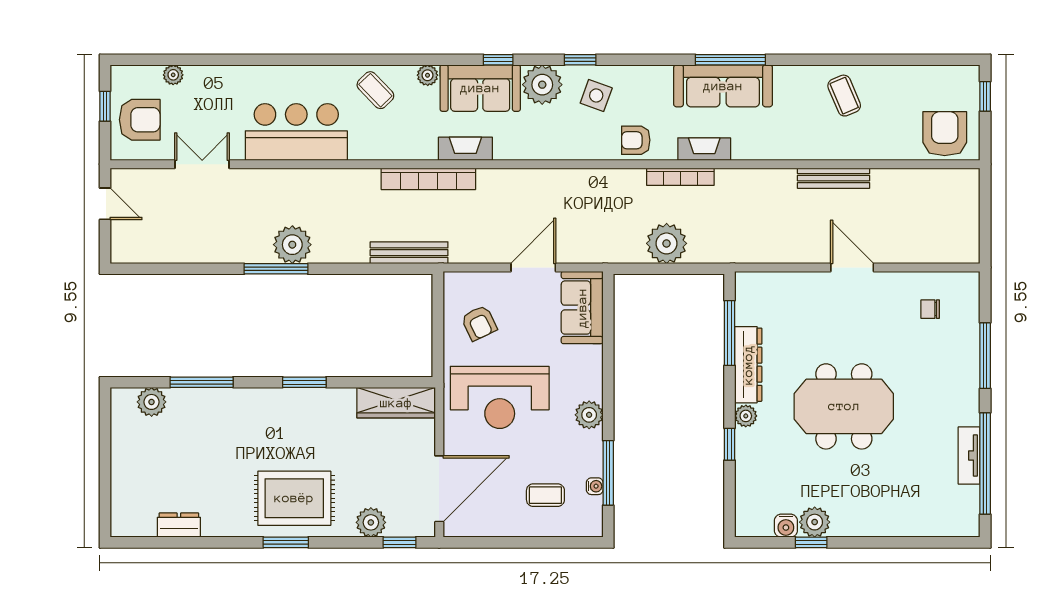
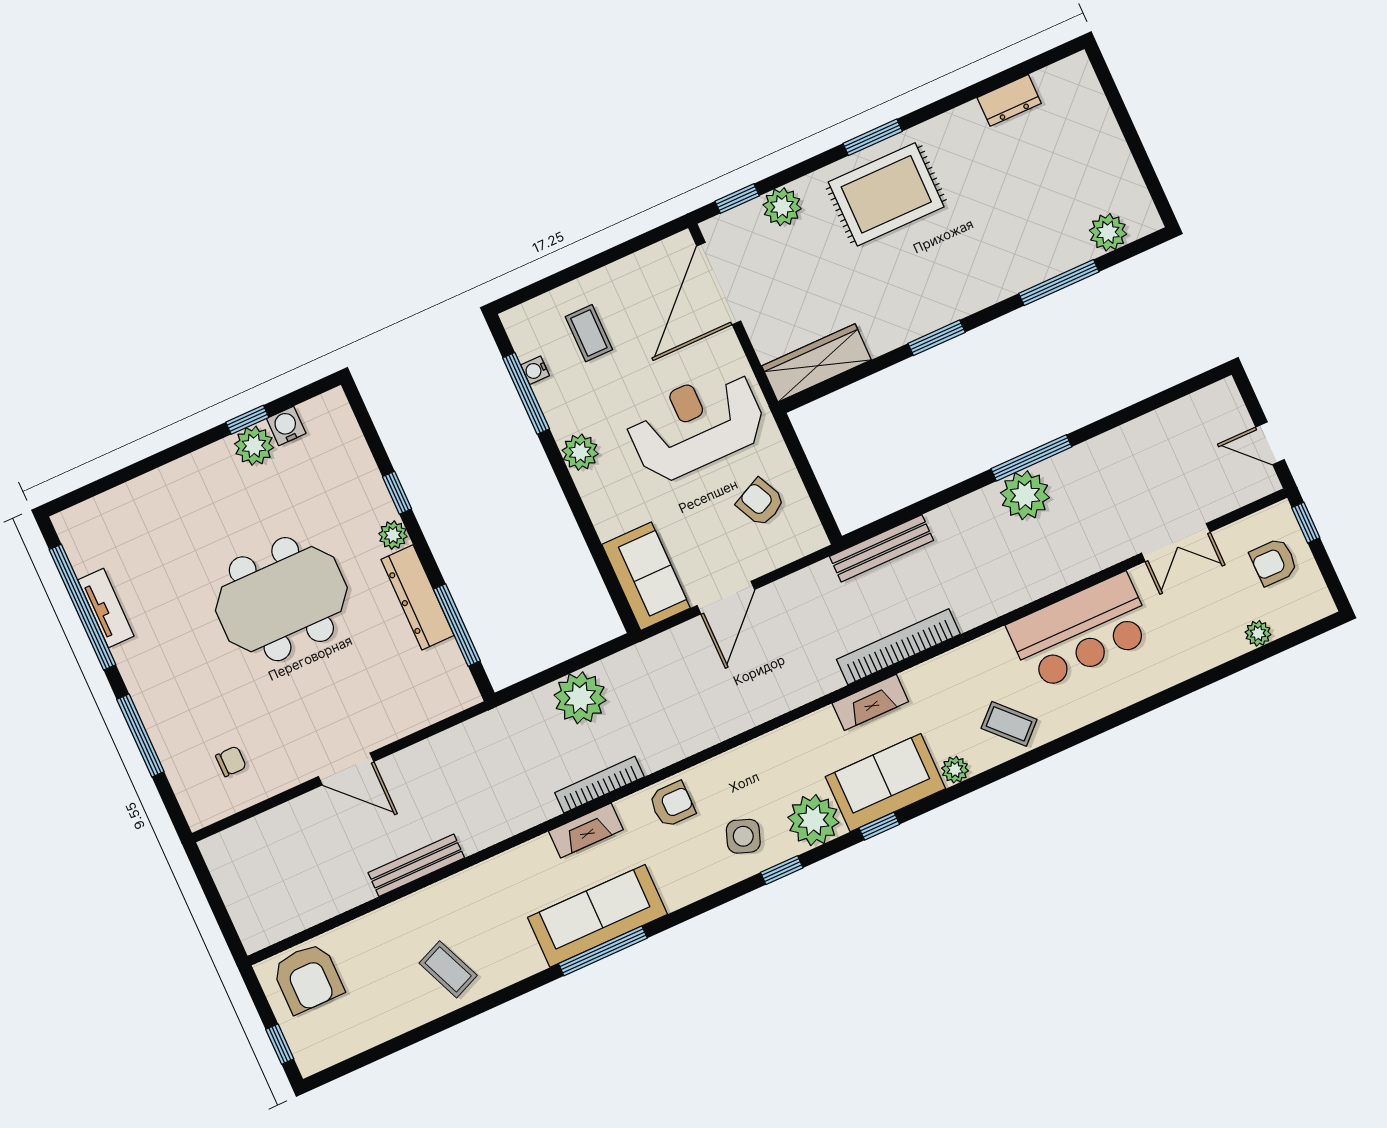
window: (105, 106) -> (1306, 523), moved
armchair: (140, 120) -> (1274, 562), width x0.72, depth x0.72
coffee table: (545, 495) -> (589, 333), turned 90

